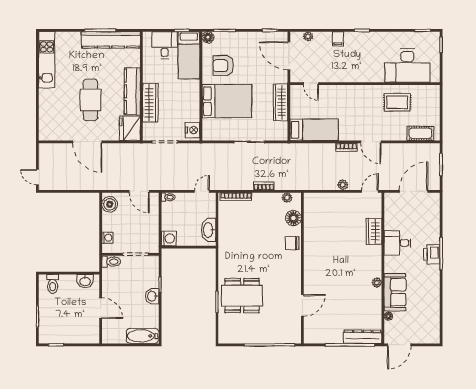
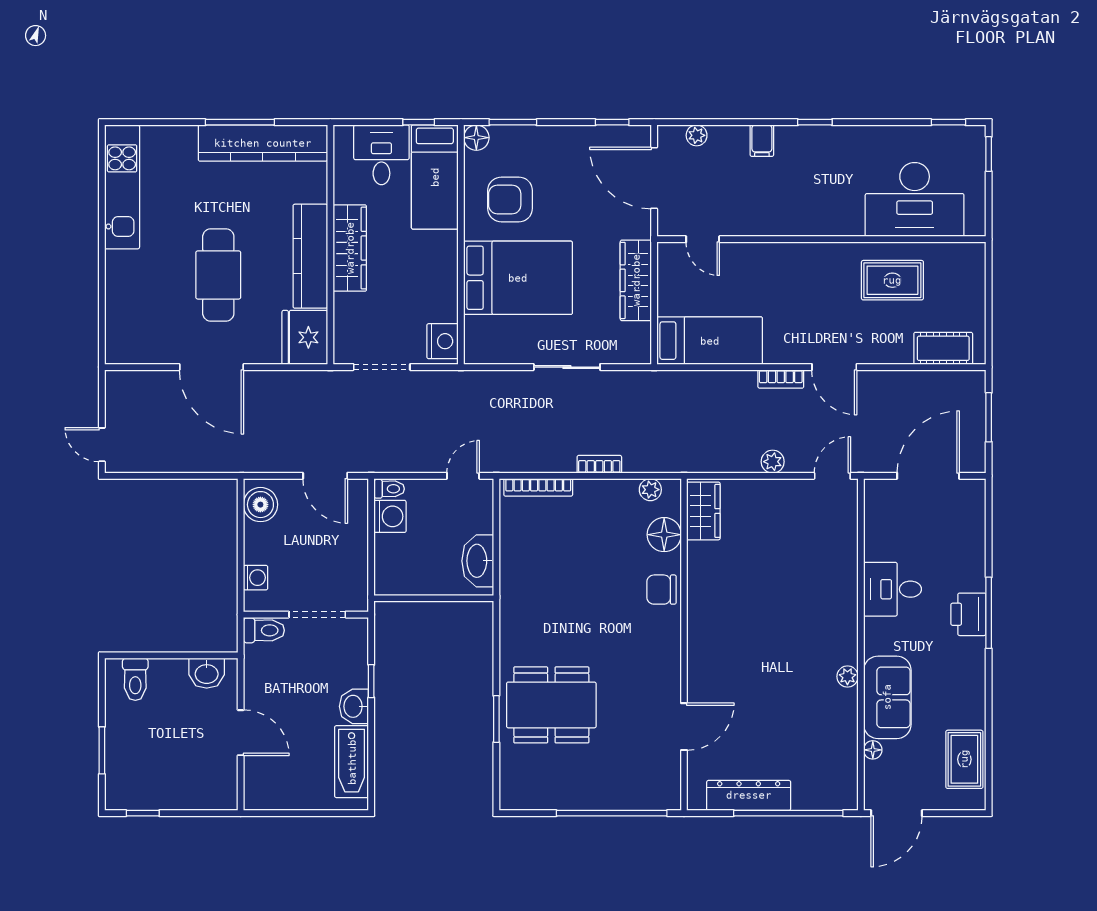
wardrobe: (150, 103) -> (350, 248), moved
wardrobe: (374, 231) -> (703, 511), moved, turned 180
washing machine: (169, 238) -> (390, 516), moved
rug: (430, 320) -> (964, 759), added
bathtub: (142, 336) -> (352, 762), moved, turned -90
dresser: (363, 337) -> (749, 795), moved

